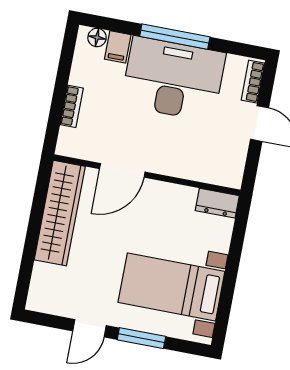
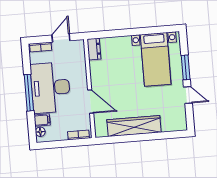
door: (122, 170) -> (91, 102), moved
wall: (147, 175) -> (90, 89), moved
dresser: (217, 203) -> (94, 49), moved

